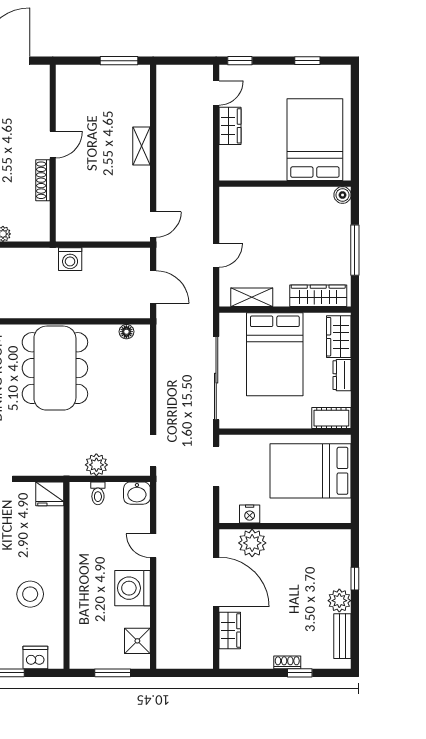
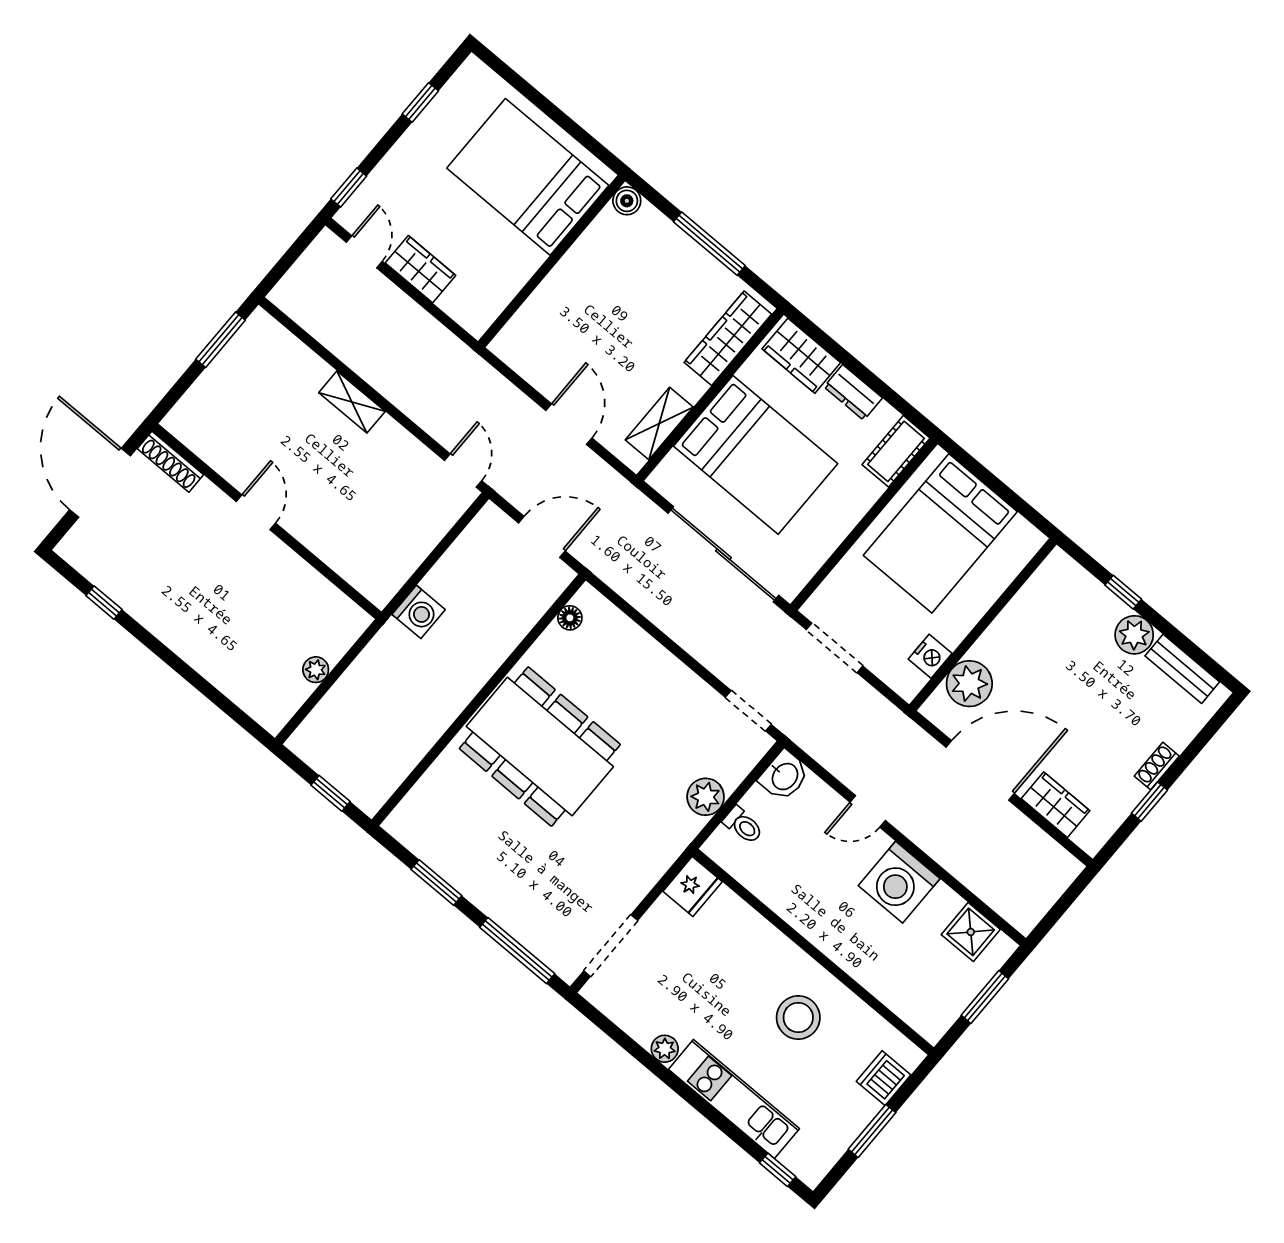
shoe rack: (43, 180) -> (170, 462), moved
door: (216, 255) -> (569, 424), width x1.38
window: (300, 673) -> (1149, 802), moved

